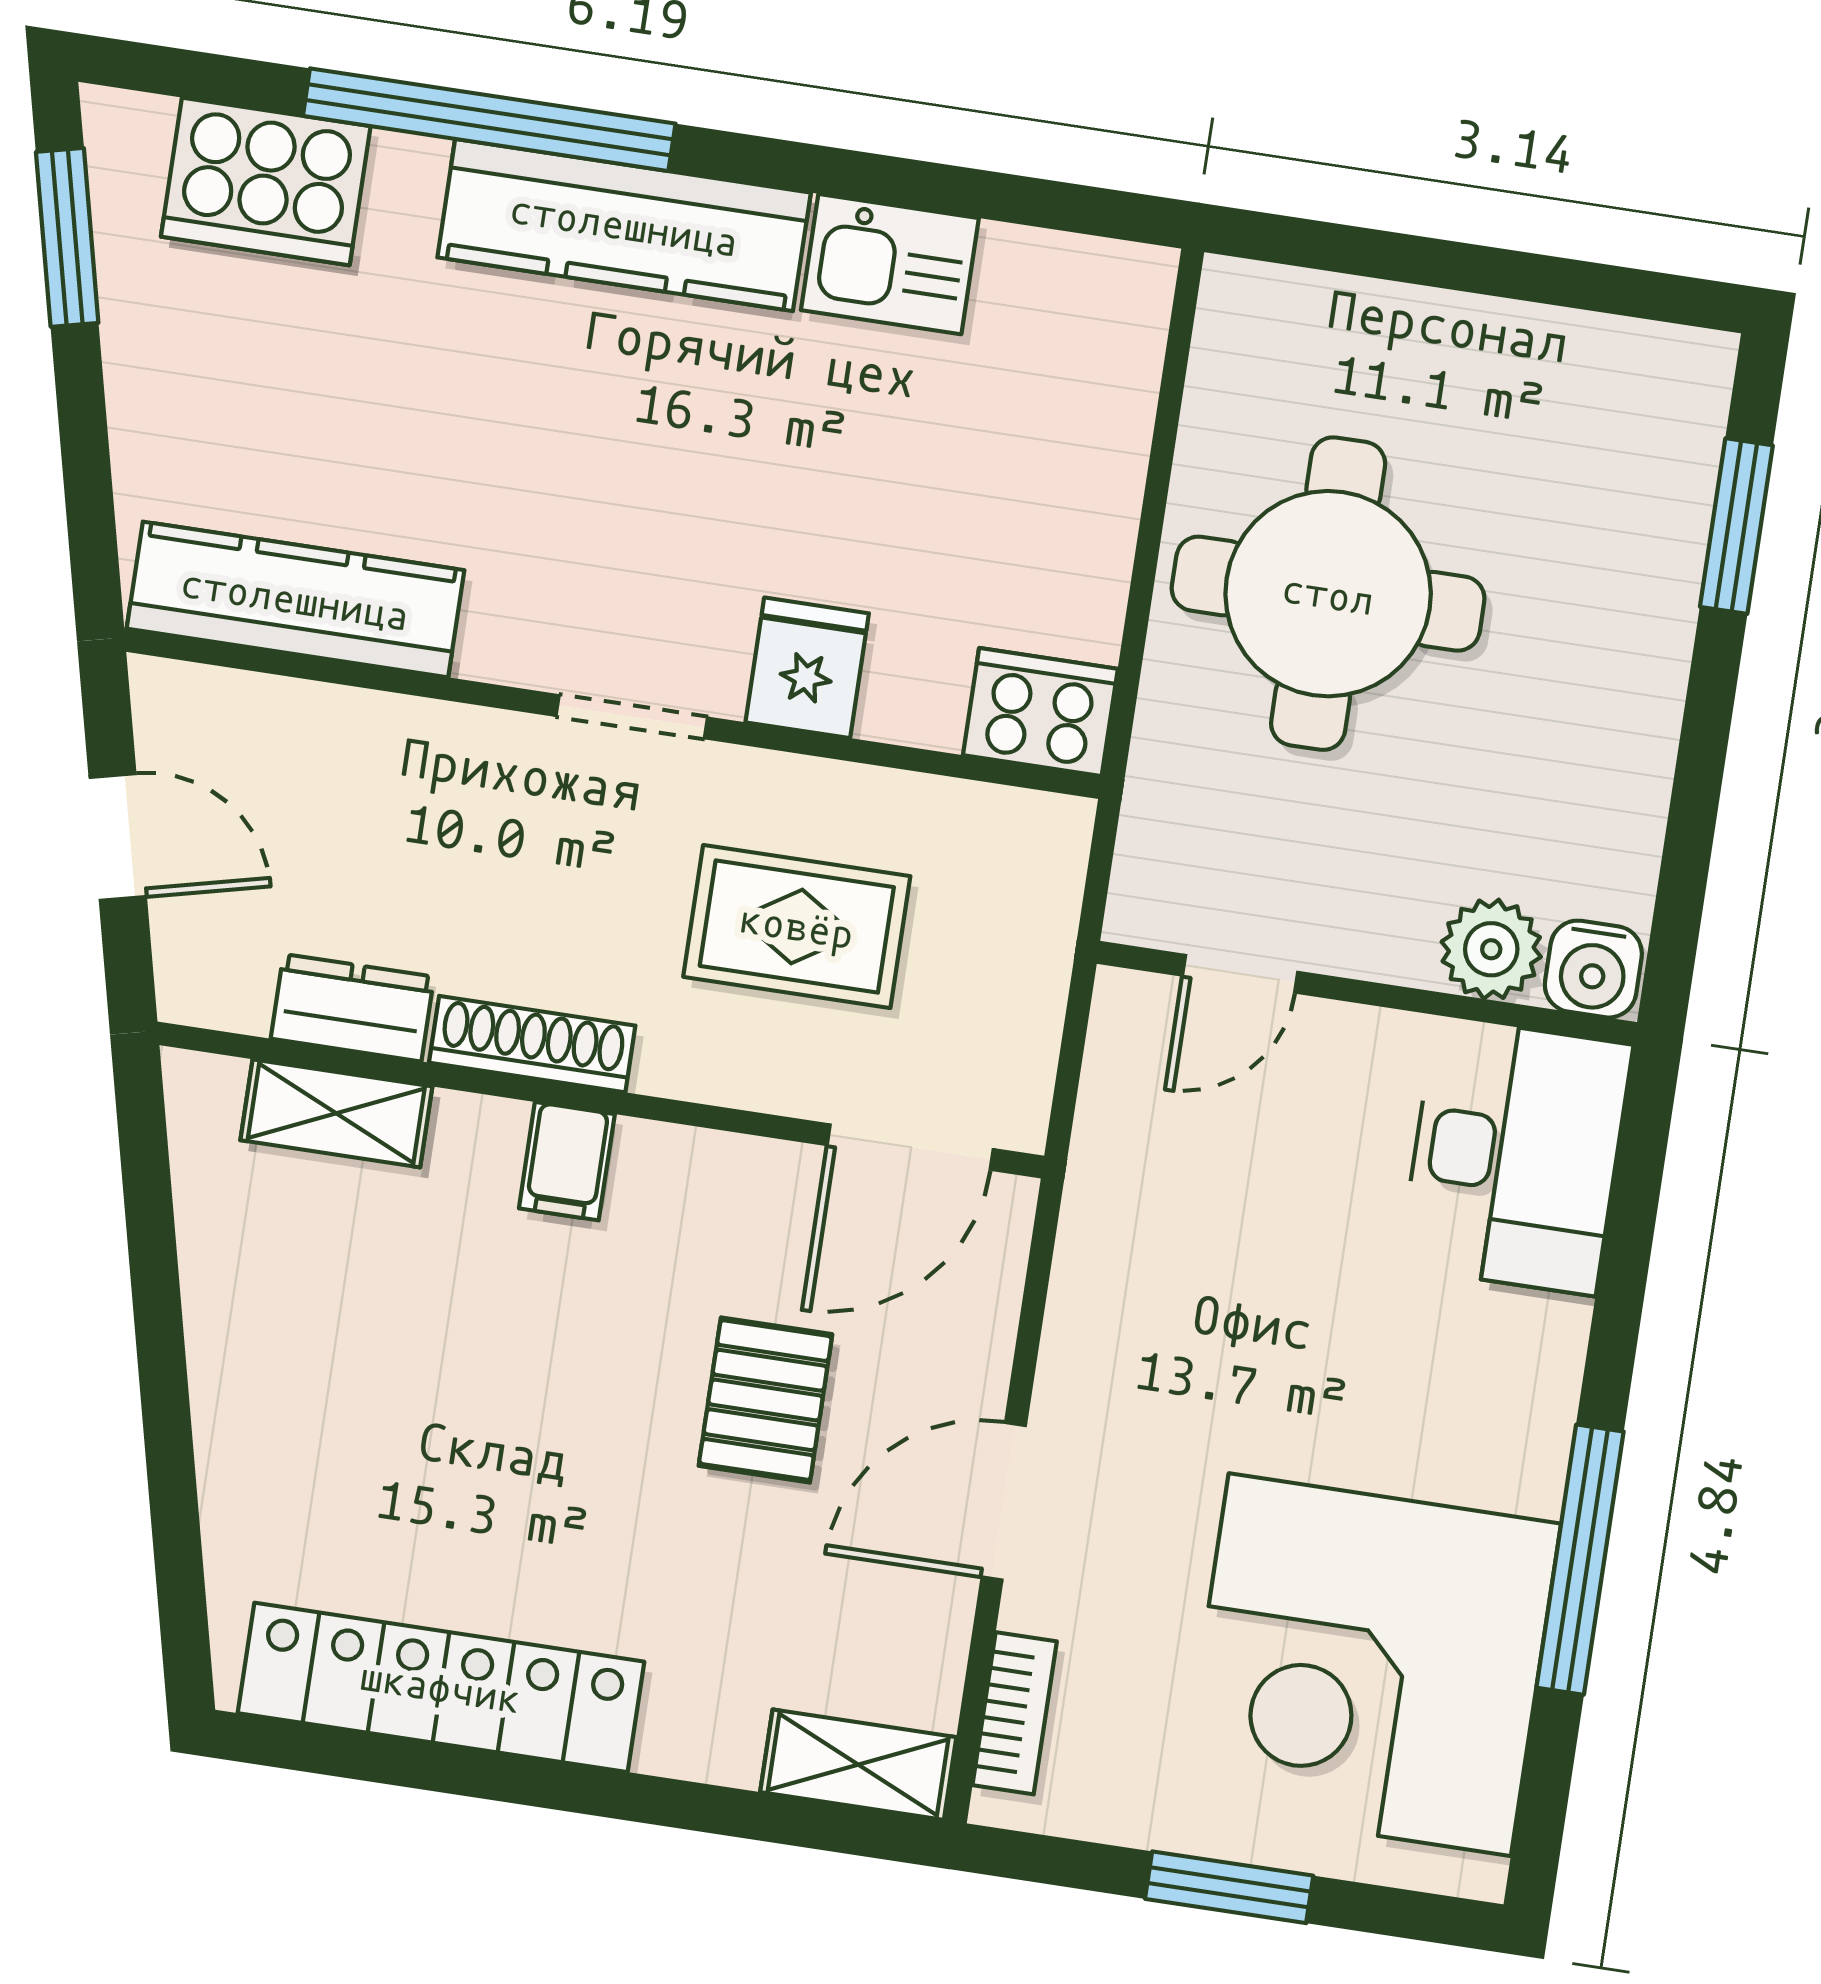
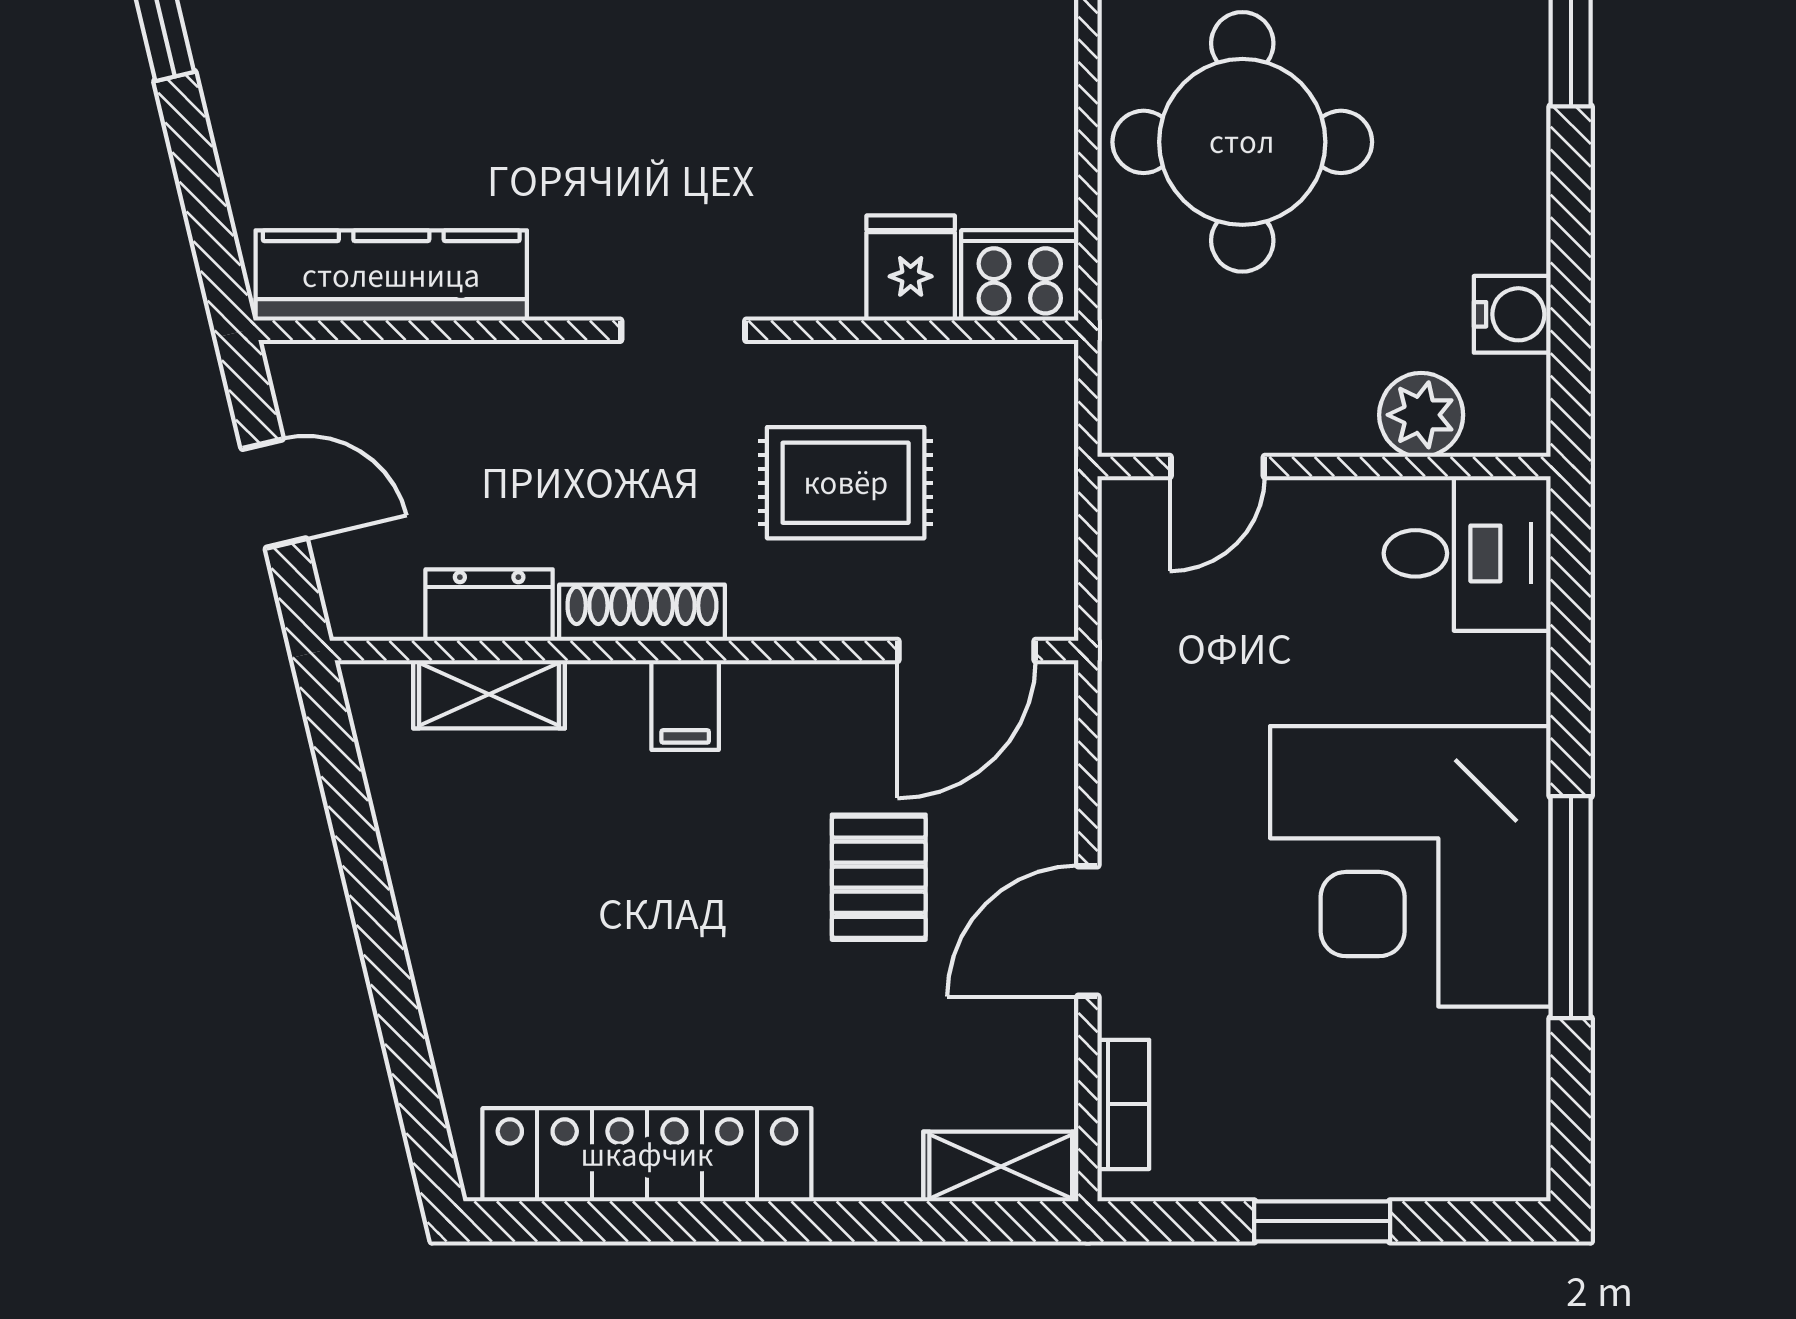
fridge: (807, 668) -> (911, 268), moved
water cooler: (1593, 969) -> (1512, 314), moved, turned -90
desk: (1516, 1156) -> (1467, 553), width x0.73
corner desk: (1370, 1665) -> (1410, 866), moved

